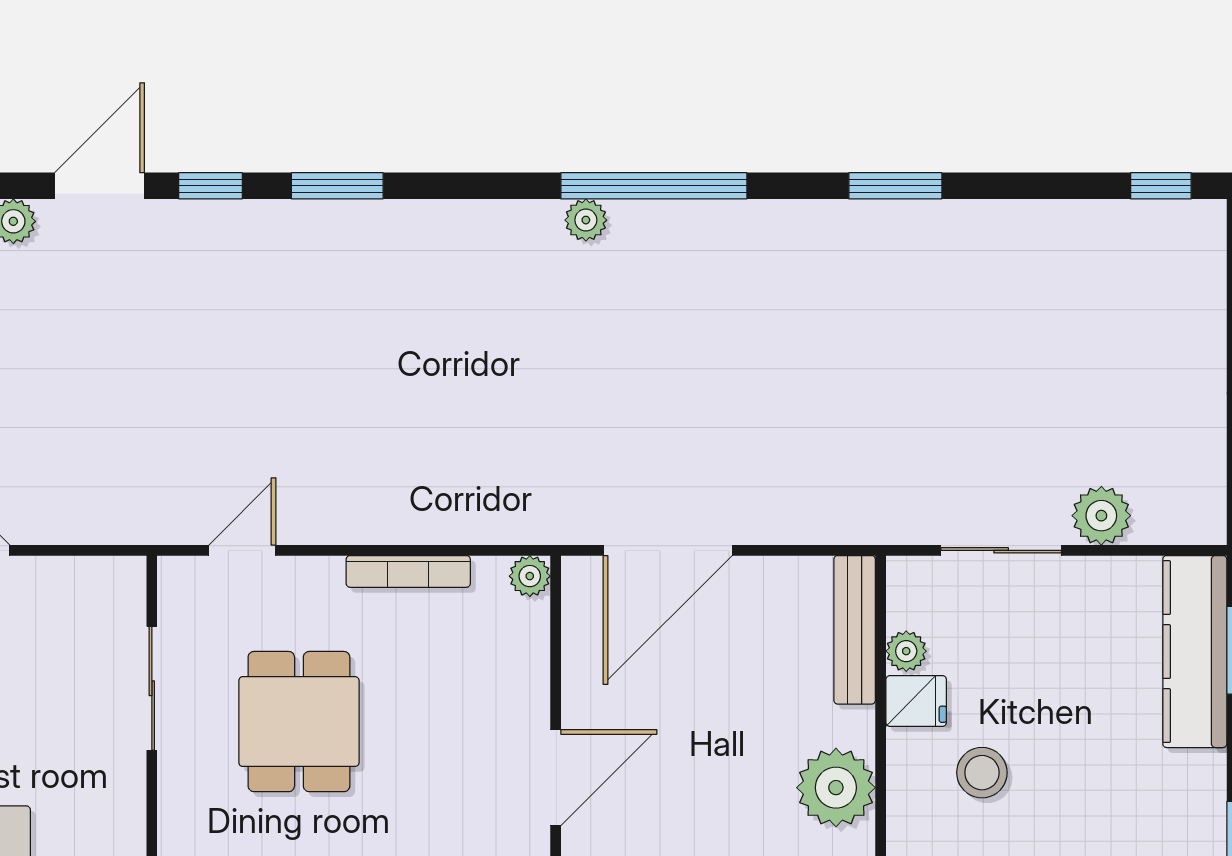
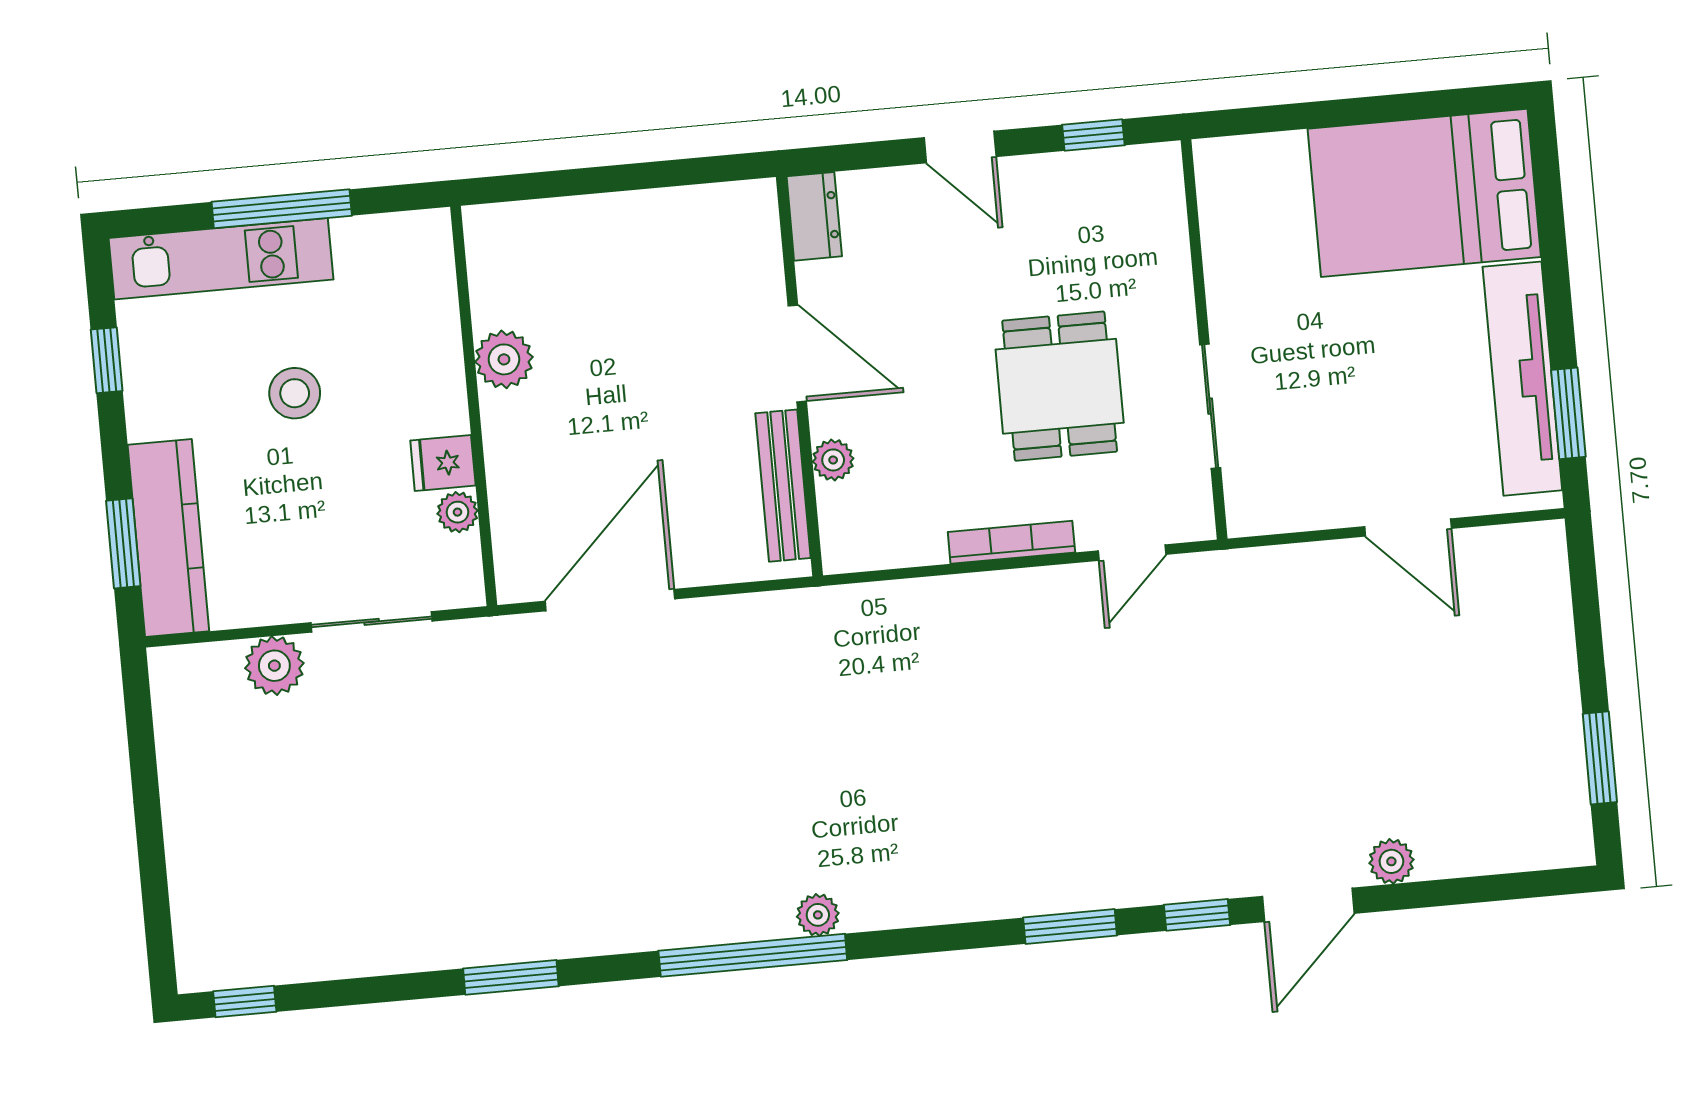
door: (668, 550) -> (610, 600), moved
bookcase: (408, 571) -> (1011, 542), moved
plant: (530, 576) -> (833, 460), moved
bench: (855, 630) -> (783, 486), moved
stool: (982, 773) -> (295, 393), moved
door: (556, 778) -> (797, 353), swing flipped
plant: (836, 788) -> (504, 359), width x0.73, depth x0.73

